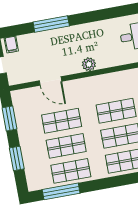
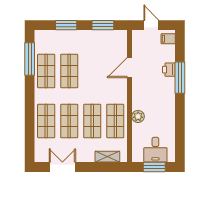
printer: (45, 38) -> (169, 70), added
plant: (89, 64) -> (138, 116), moved
shop shelf: (62, 121) -> (115, 121), moved

